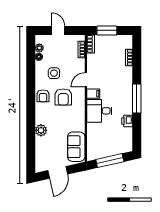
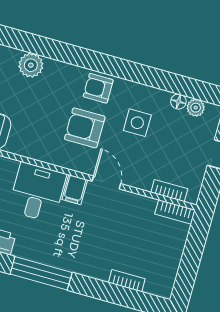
window: (107, 30) -> (193, 252), removed

